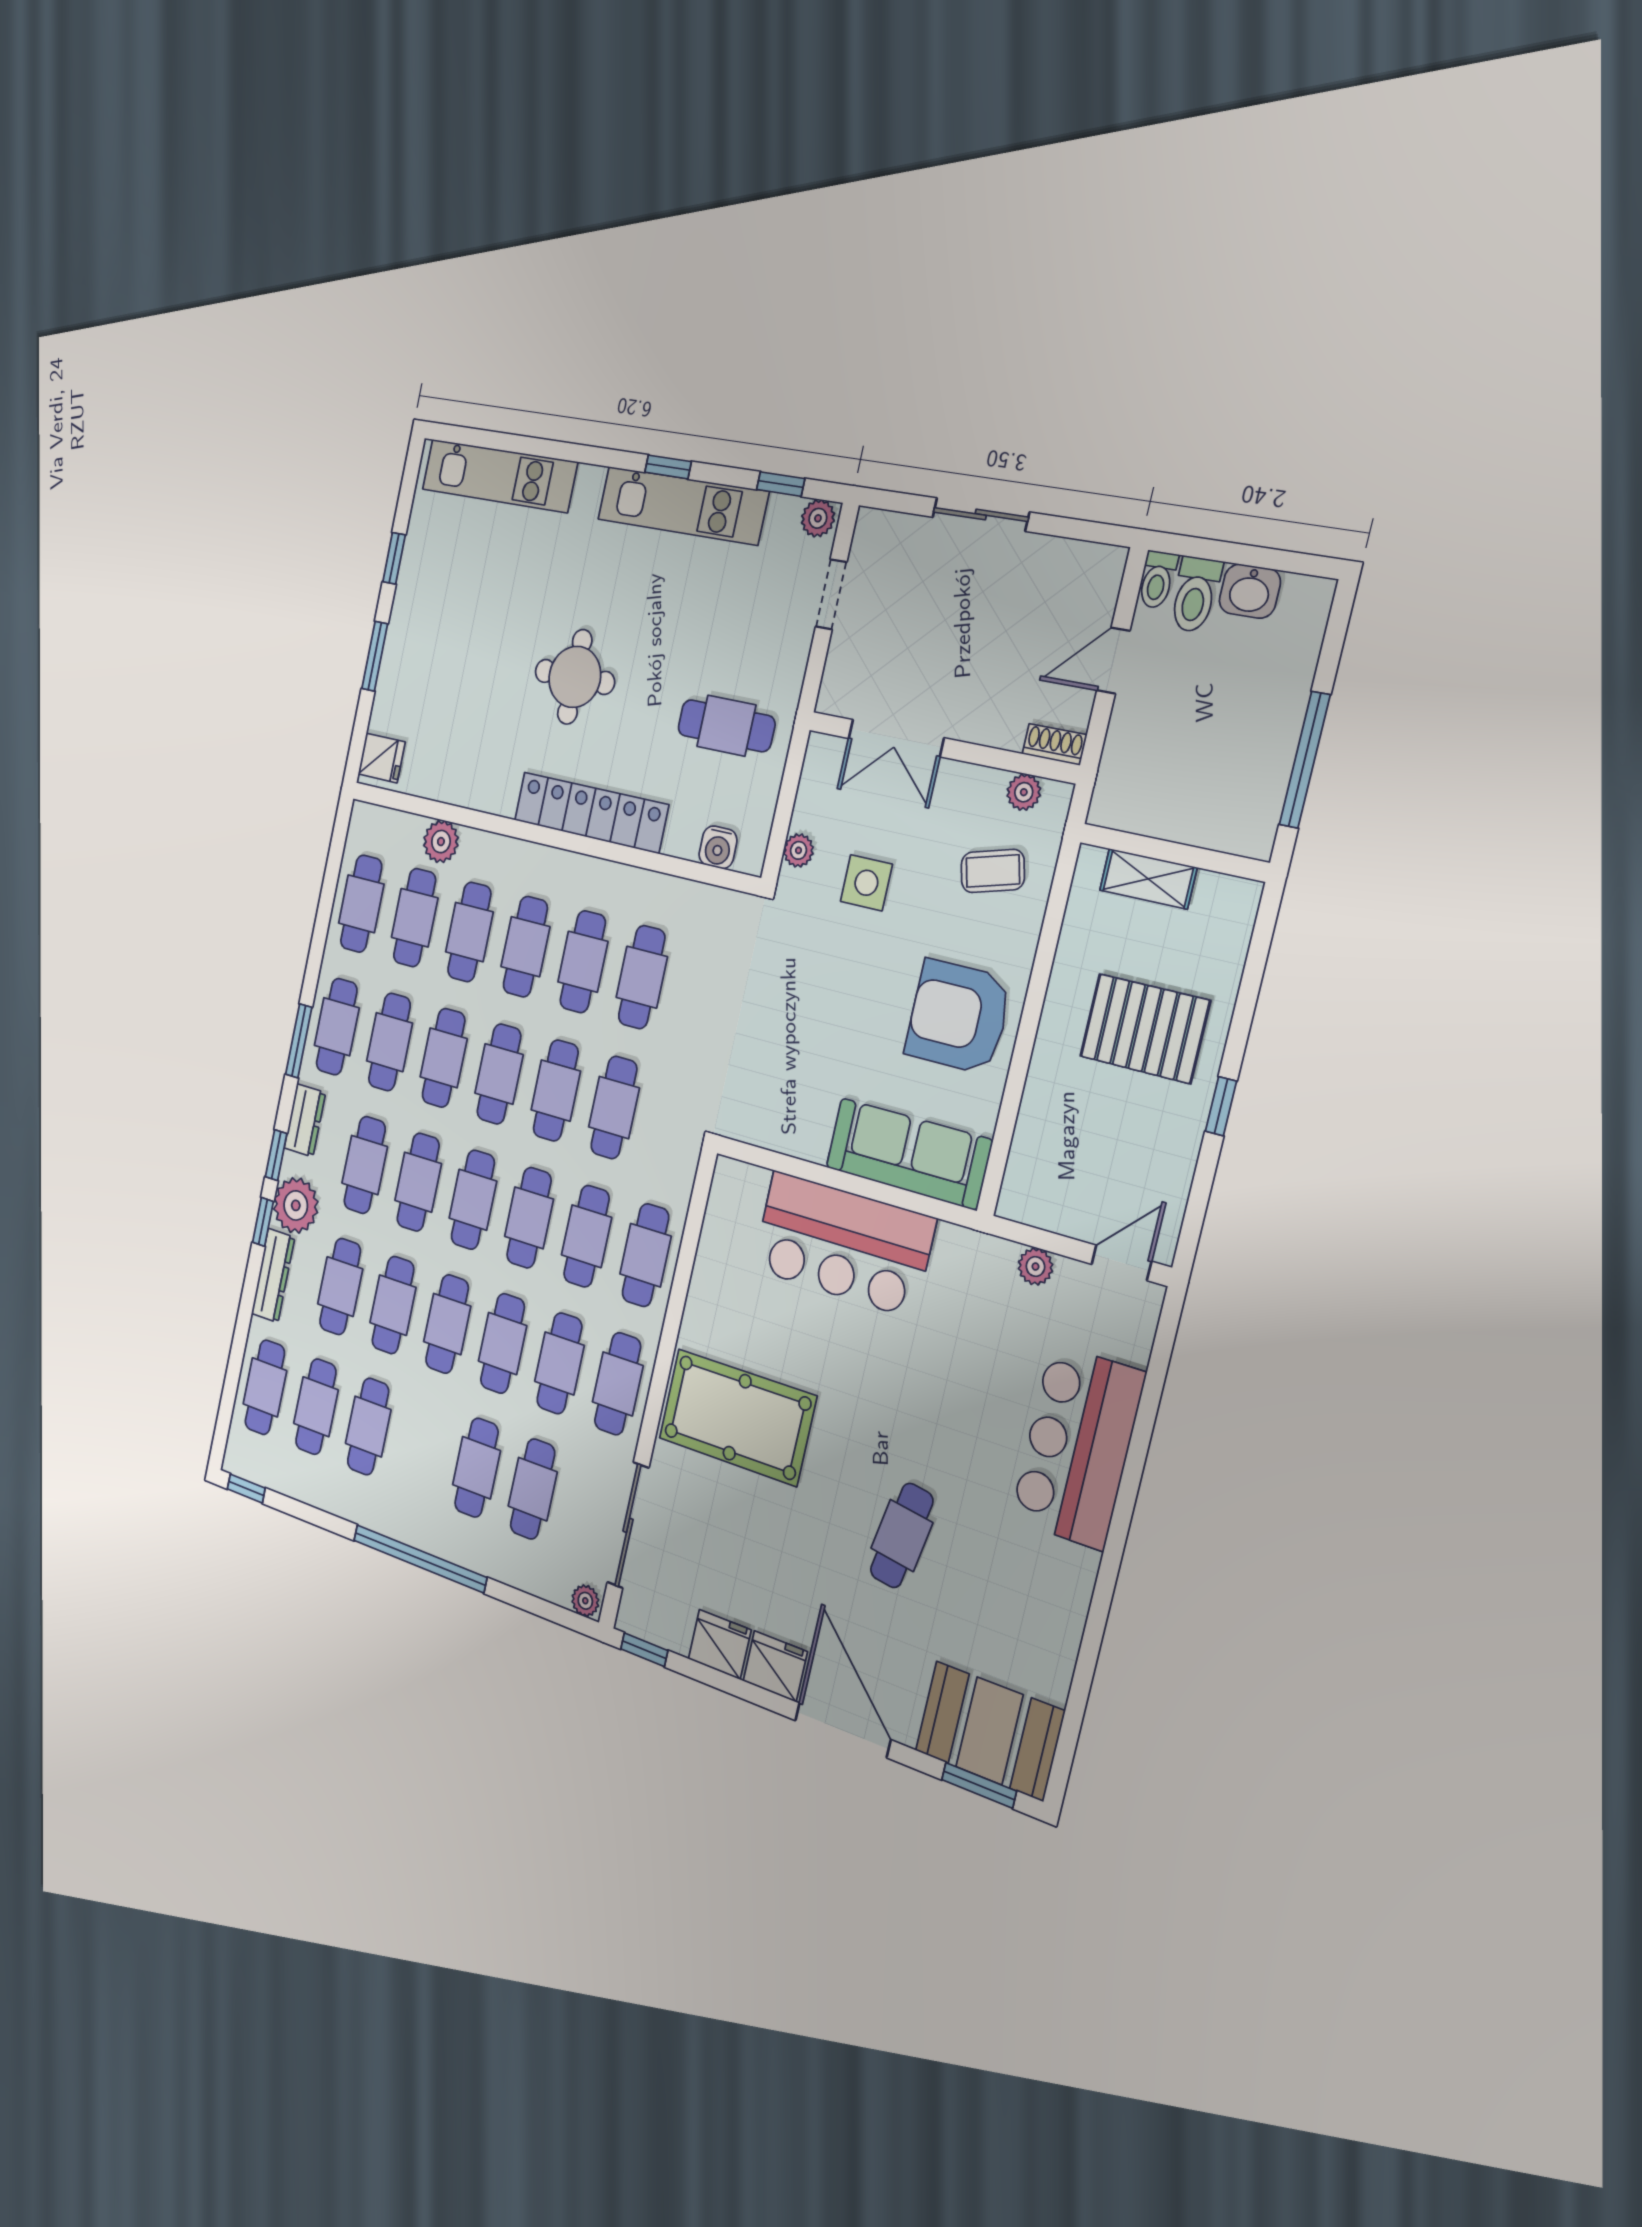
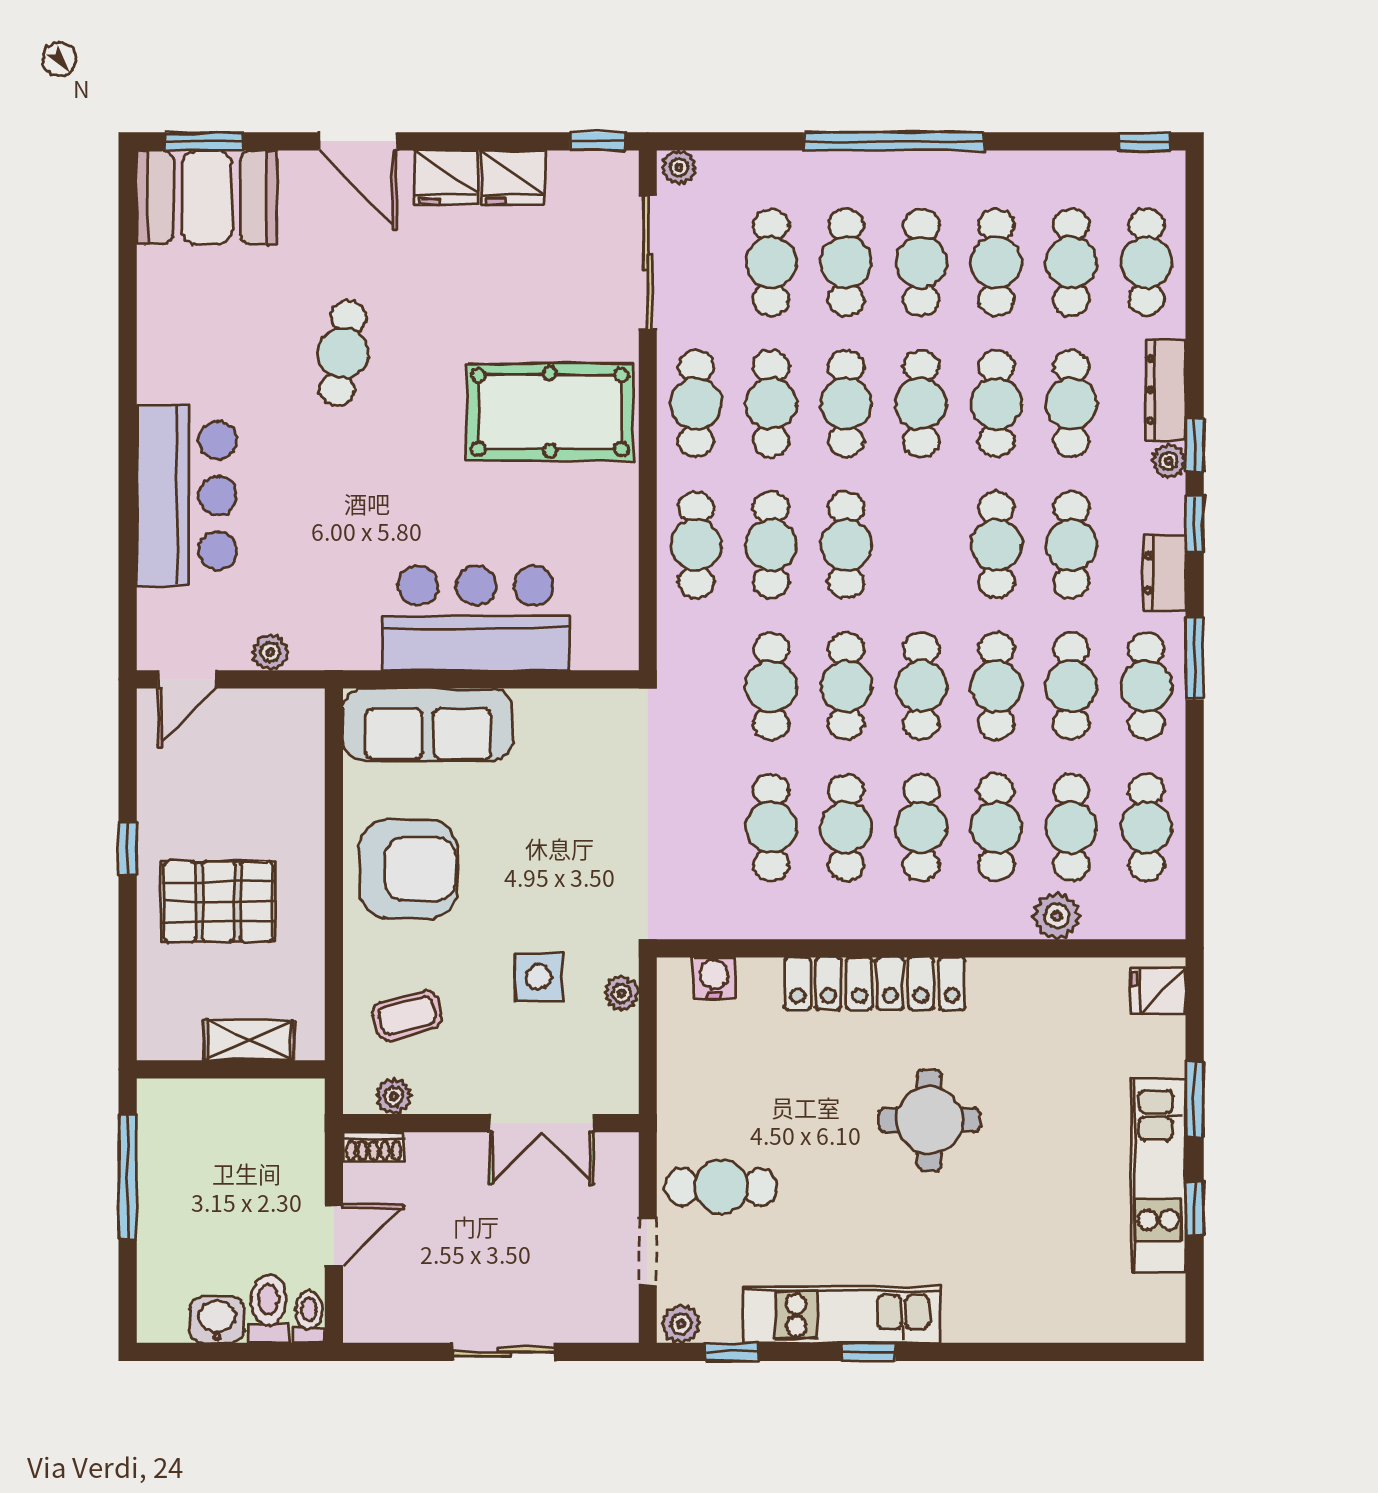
kitchen unit: (499, 476) -> (1158, 1175), moved, turned -90
cafe table: (726, 726) -> (721, 1187), moved
double door: (896, 738) -> (541, 1123), swing flipped
cafe table: (473, 1200) -> (921, 262), moved
plant: (296, 1205) -> (1169, 461), width x0.53, depth x0.53
door: (843, 1730) -> (358, 141), width x0.73

